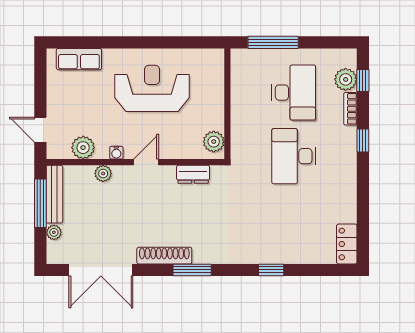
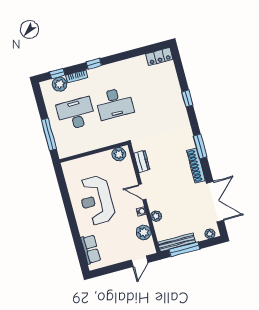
plant: (54, 232) -> (210, 234), moved

